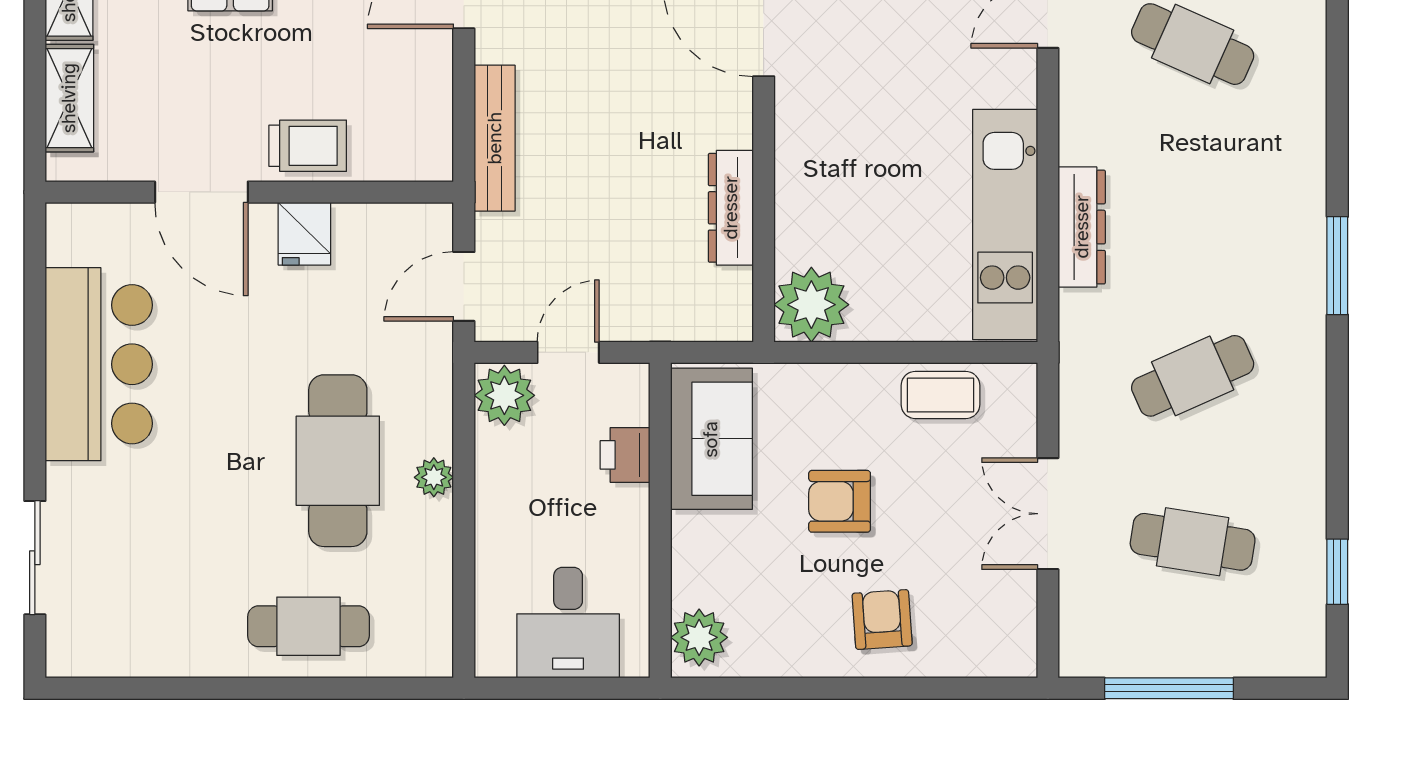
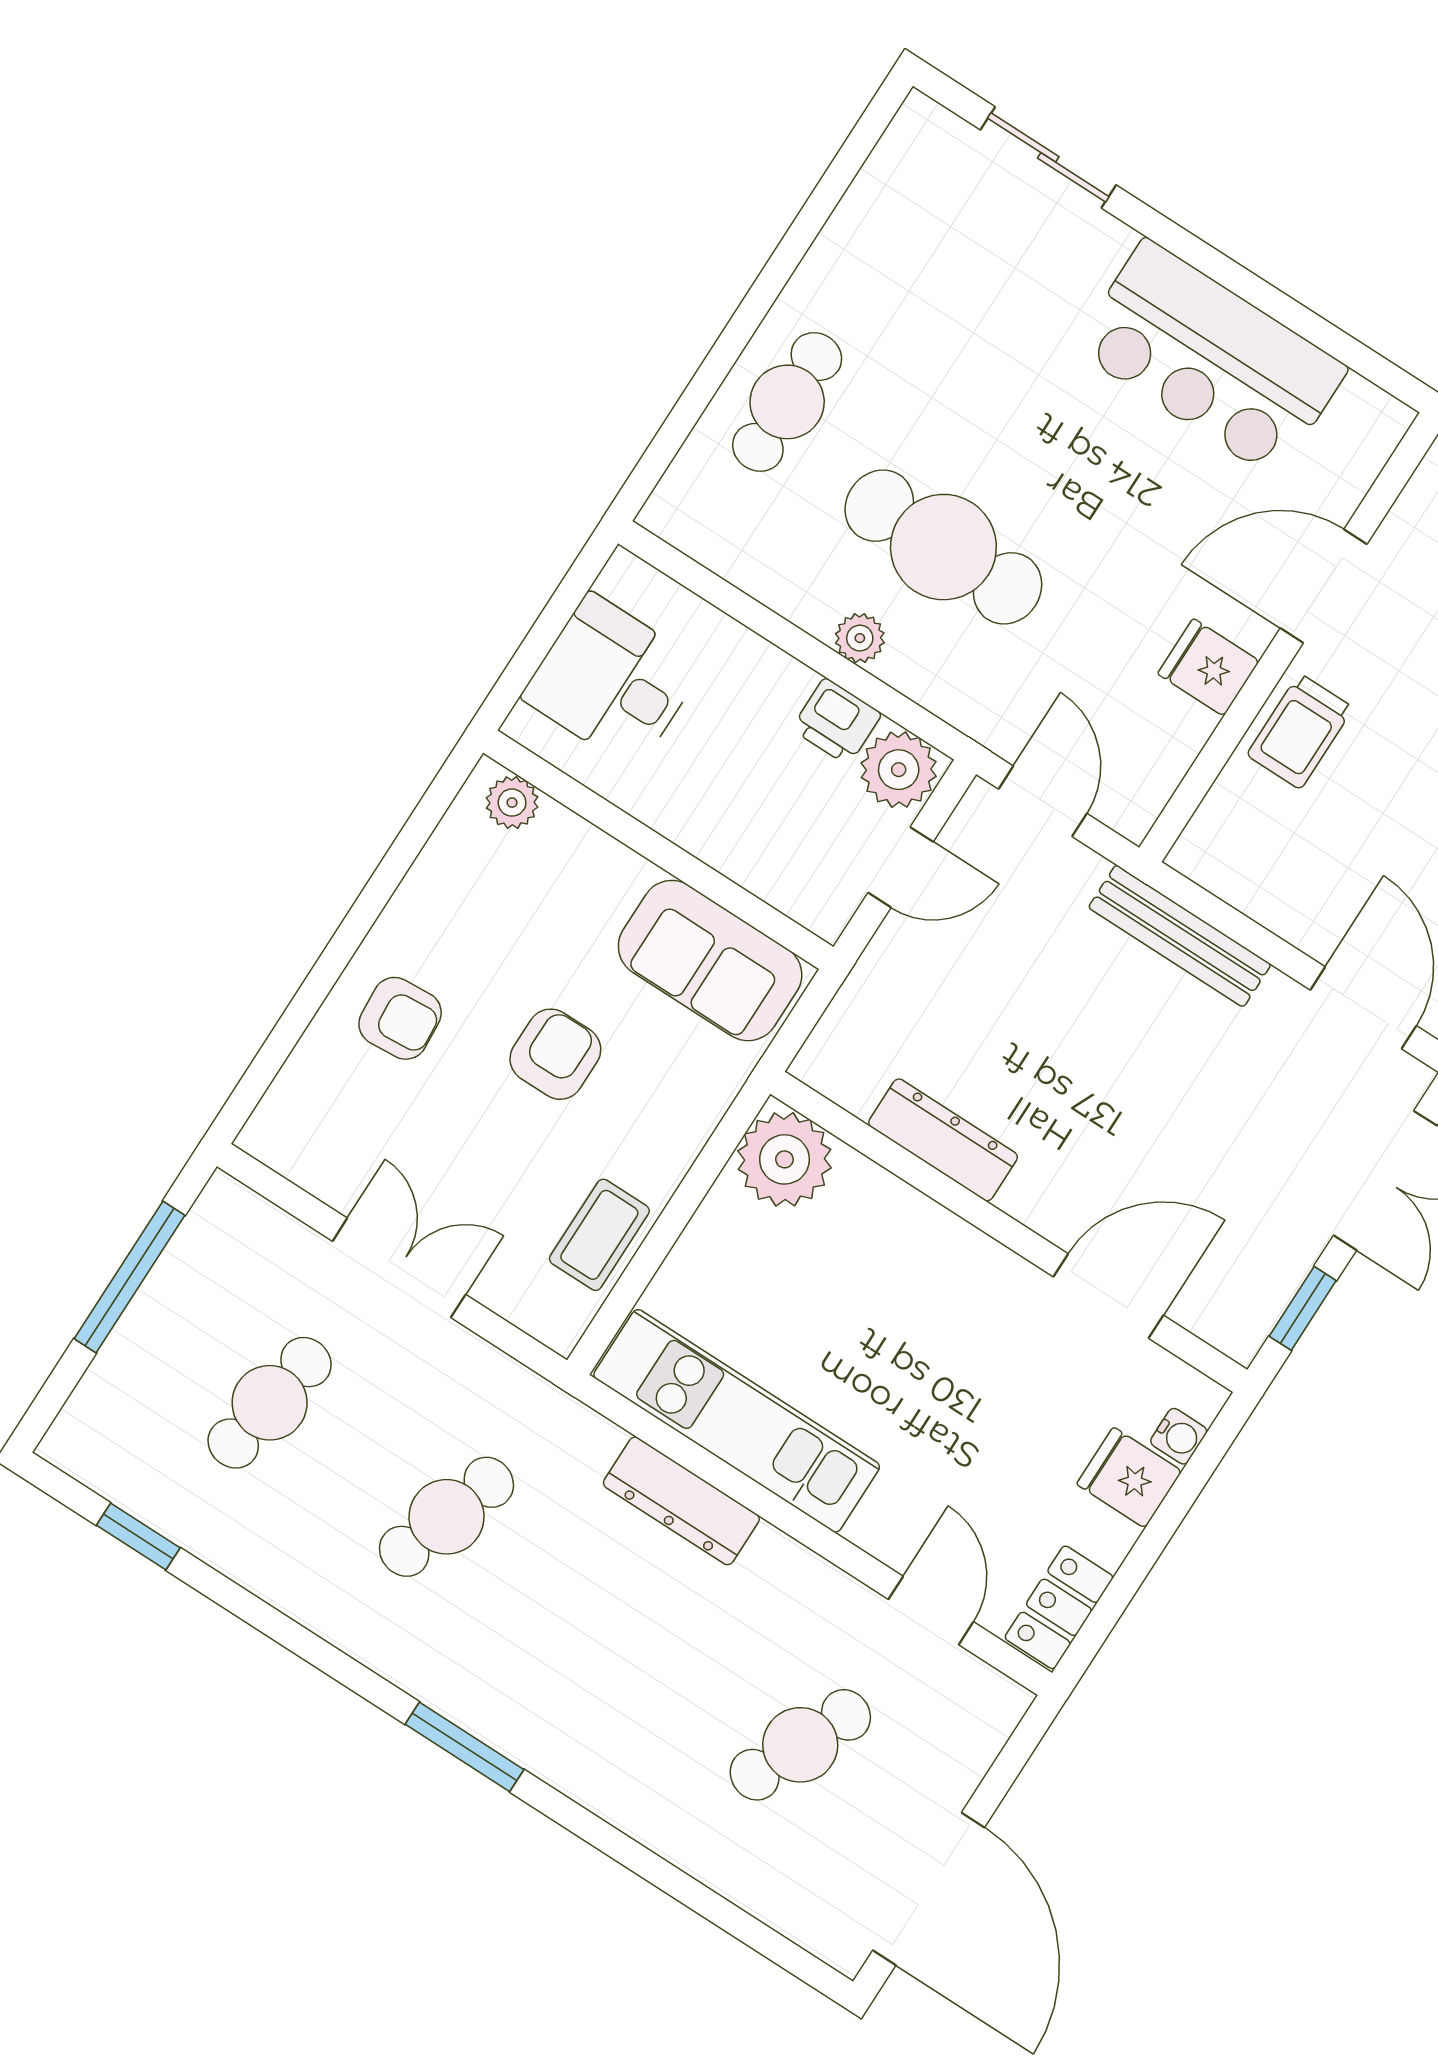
door: (568, 352) -> (901, 867), hinge flipped
cafe table: (1193, 376) -> (446, 1517), turned 42
printer: (625, 455) -> (837, 721), moved, turned 180
plant: (699, 637) -> (512, 803), width x0.73, depth x0.73

